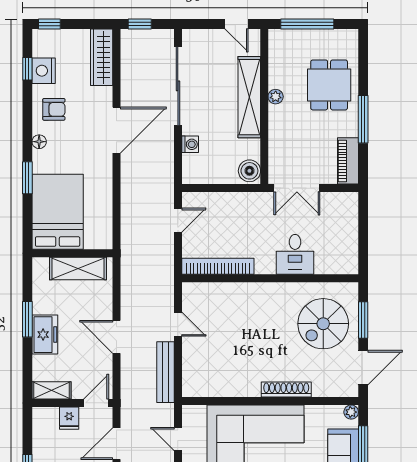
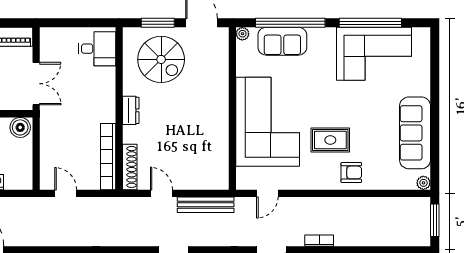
desk: (295, 254) -> (97, 49), moved
dresser: (268, 291) -> (131, 110), added
door: (178, 324) -> (161, 193), hinge flipped
shoe rack: (286, 390) -> (130, 167), moved, turned 180

